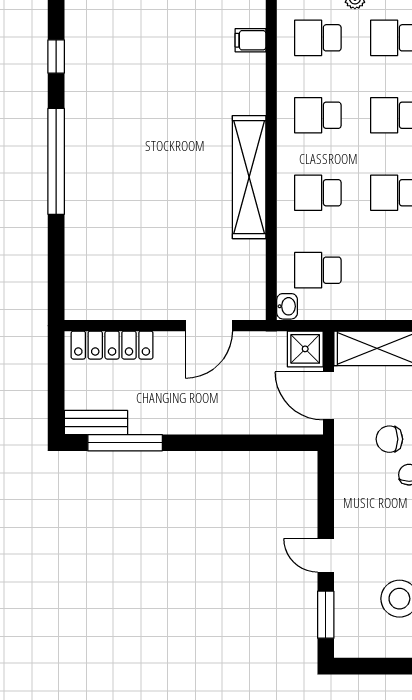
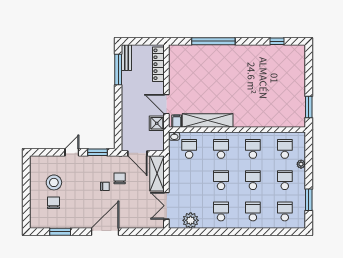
filing cabinet: (250, 40) -> (177, 121), moved
window: (56, 161) -> (213, 41), moved
shelving: (249, 177) -> (208, 121), moved
shower: (305, 349) -> (157, 123), moved
door: (328, 396) -> (137, 153), swing flipped
window: (326, 615) -> (98, 152), moved

